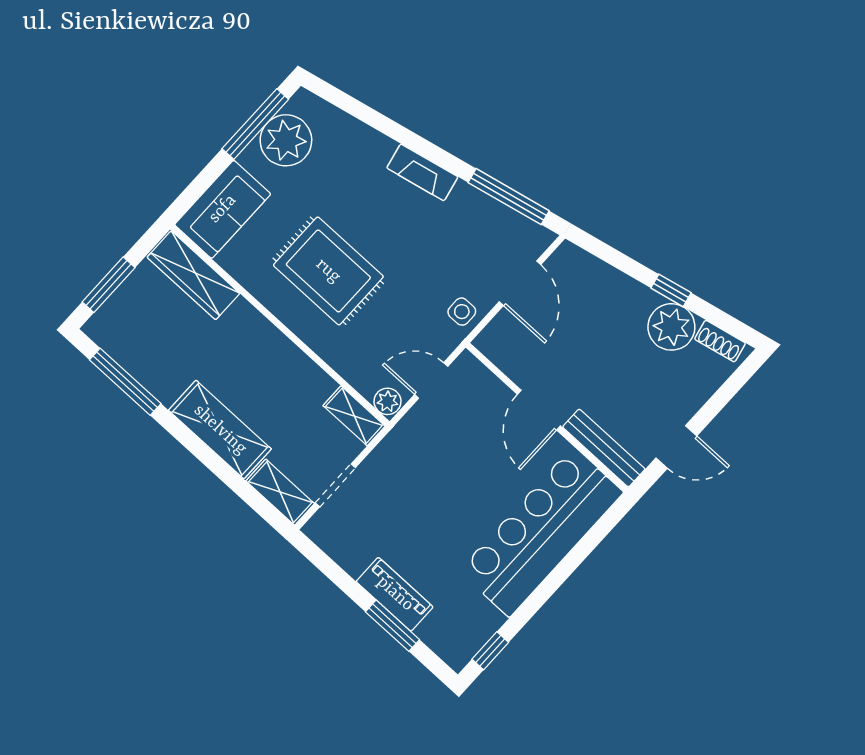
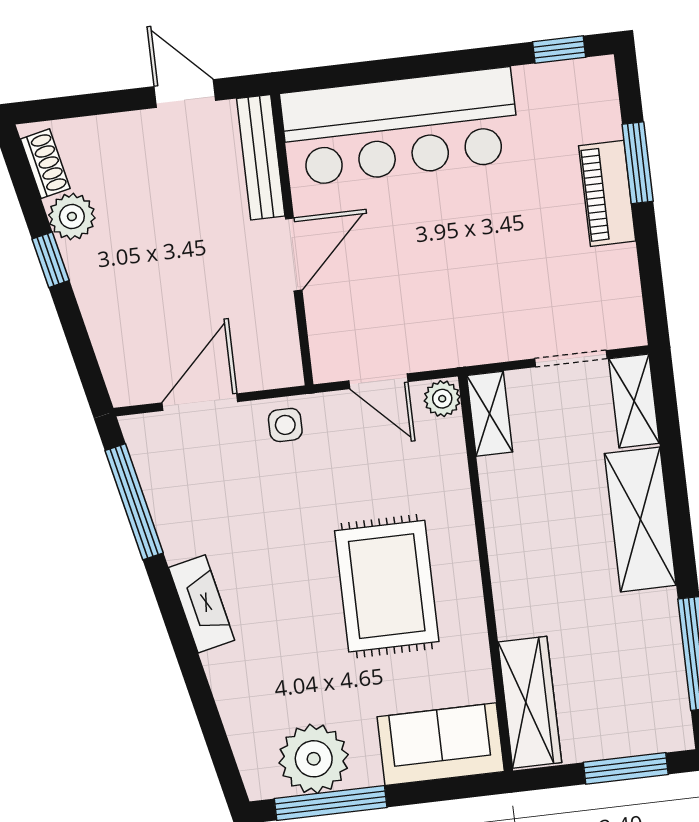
plant: (671, 327) -> (72, 216), width x0.73, depth x0.73

